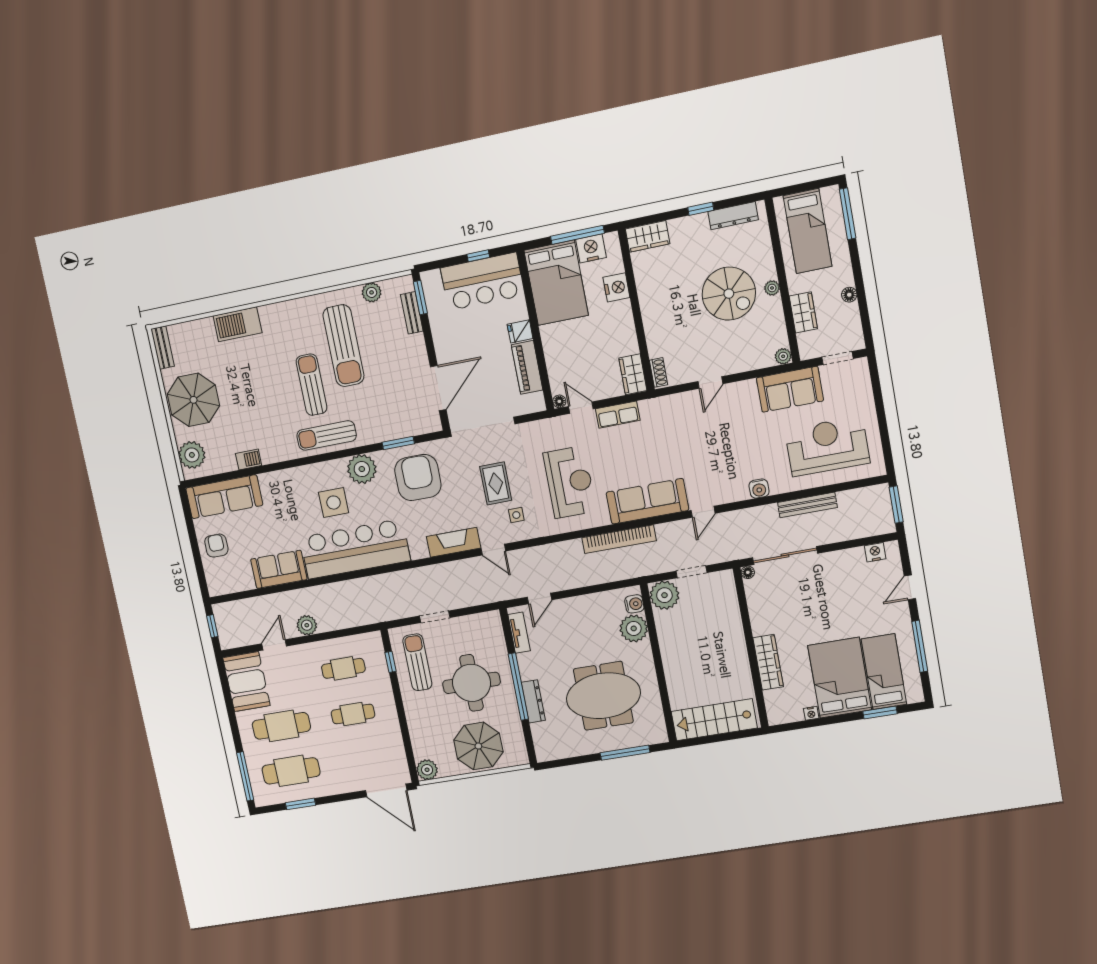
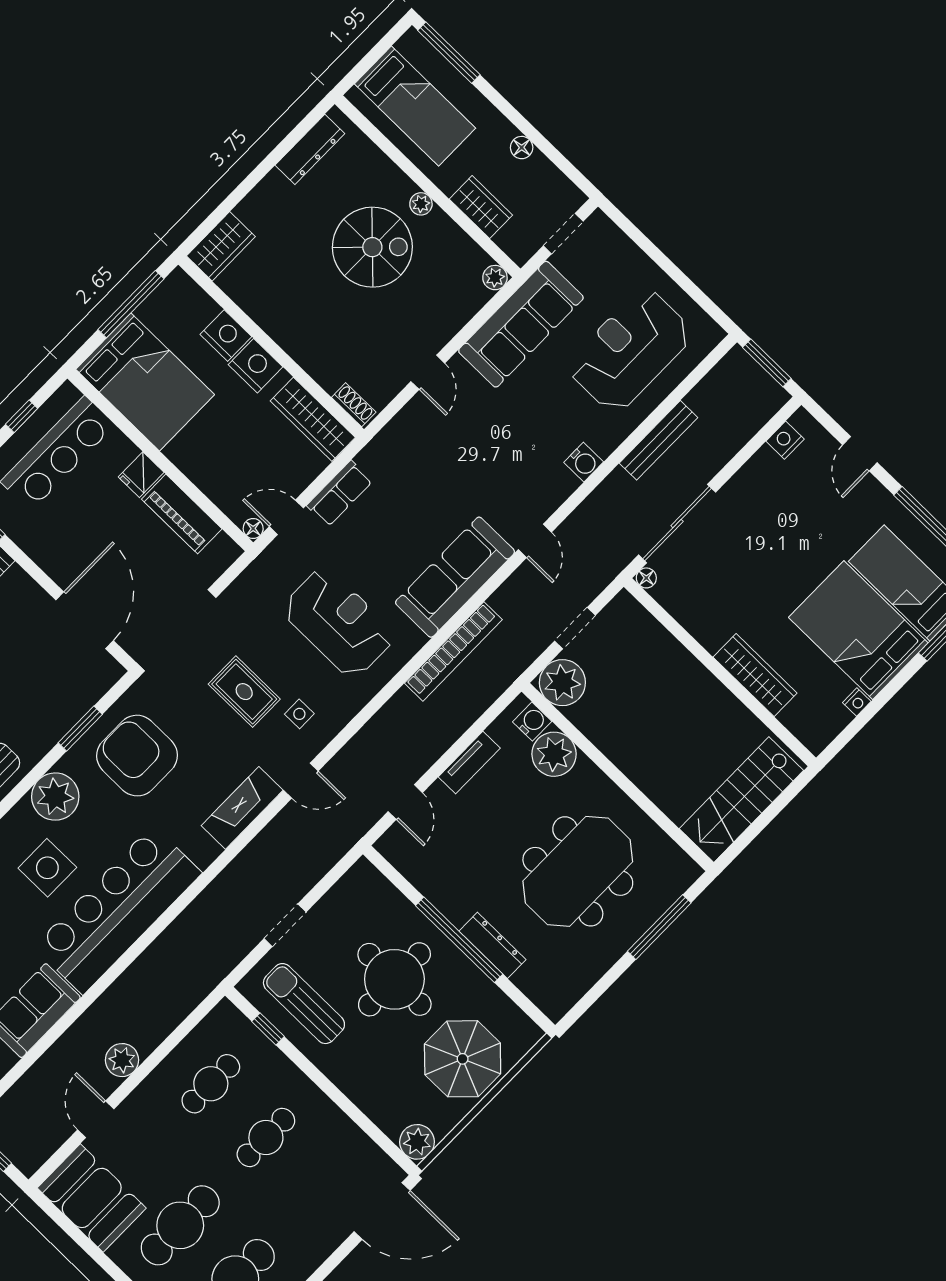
window: (701, 209) -> (264, 168), removed
nightstand: (591, 248) -> (255, 366), moved, turned 90
wardrobe: (633, 374) -> (313, 419), width x1.50
sofa: (790, 389) -> (521, 324), width x1.36
tv unit: (519, 633) -> (469, 762), moved, turned 90

